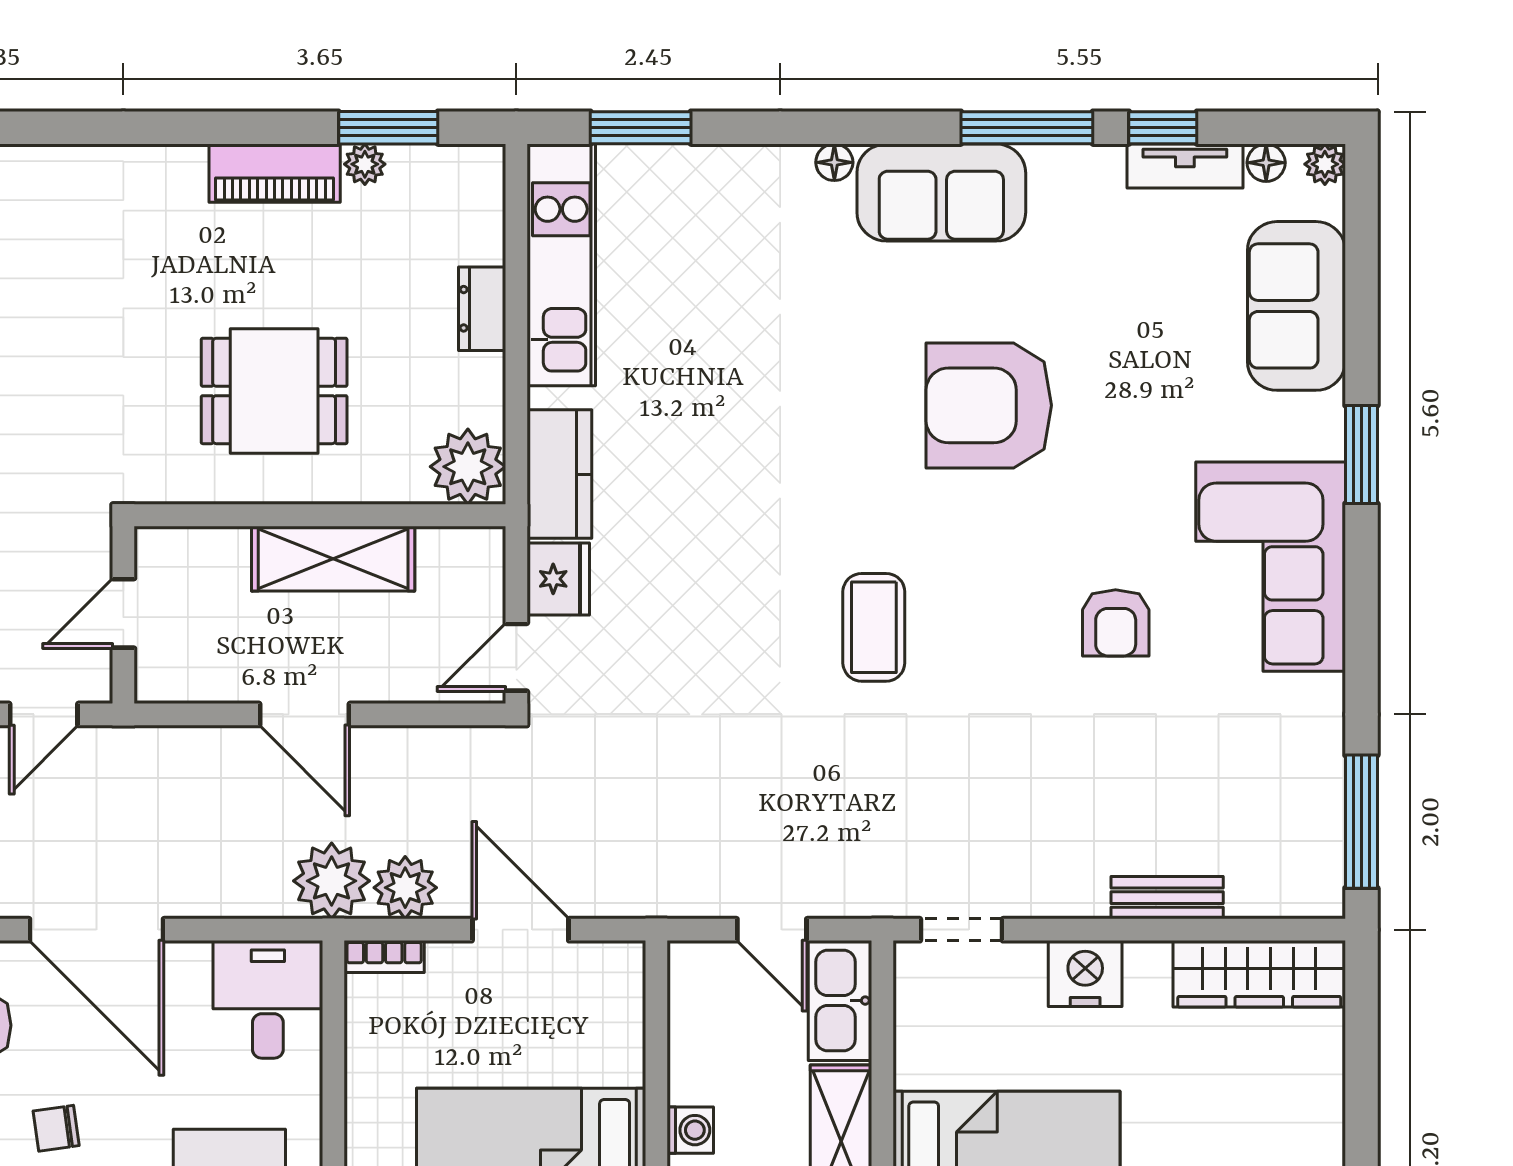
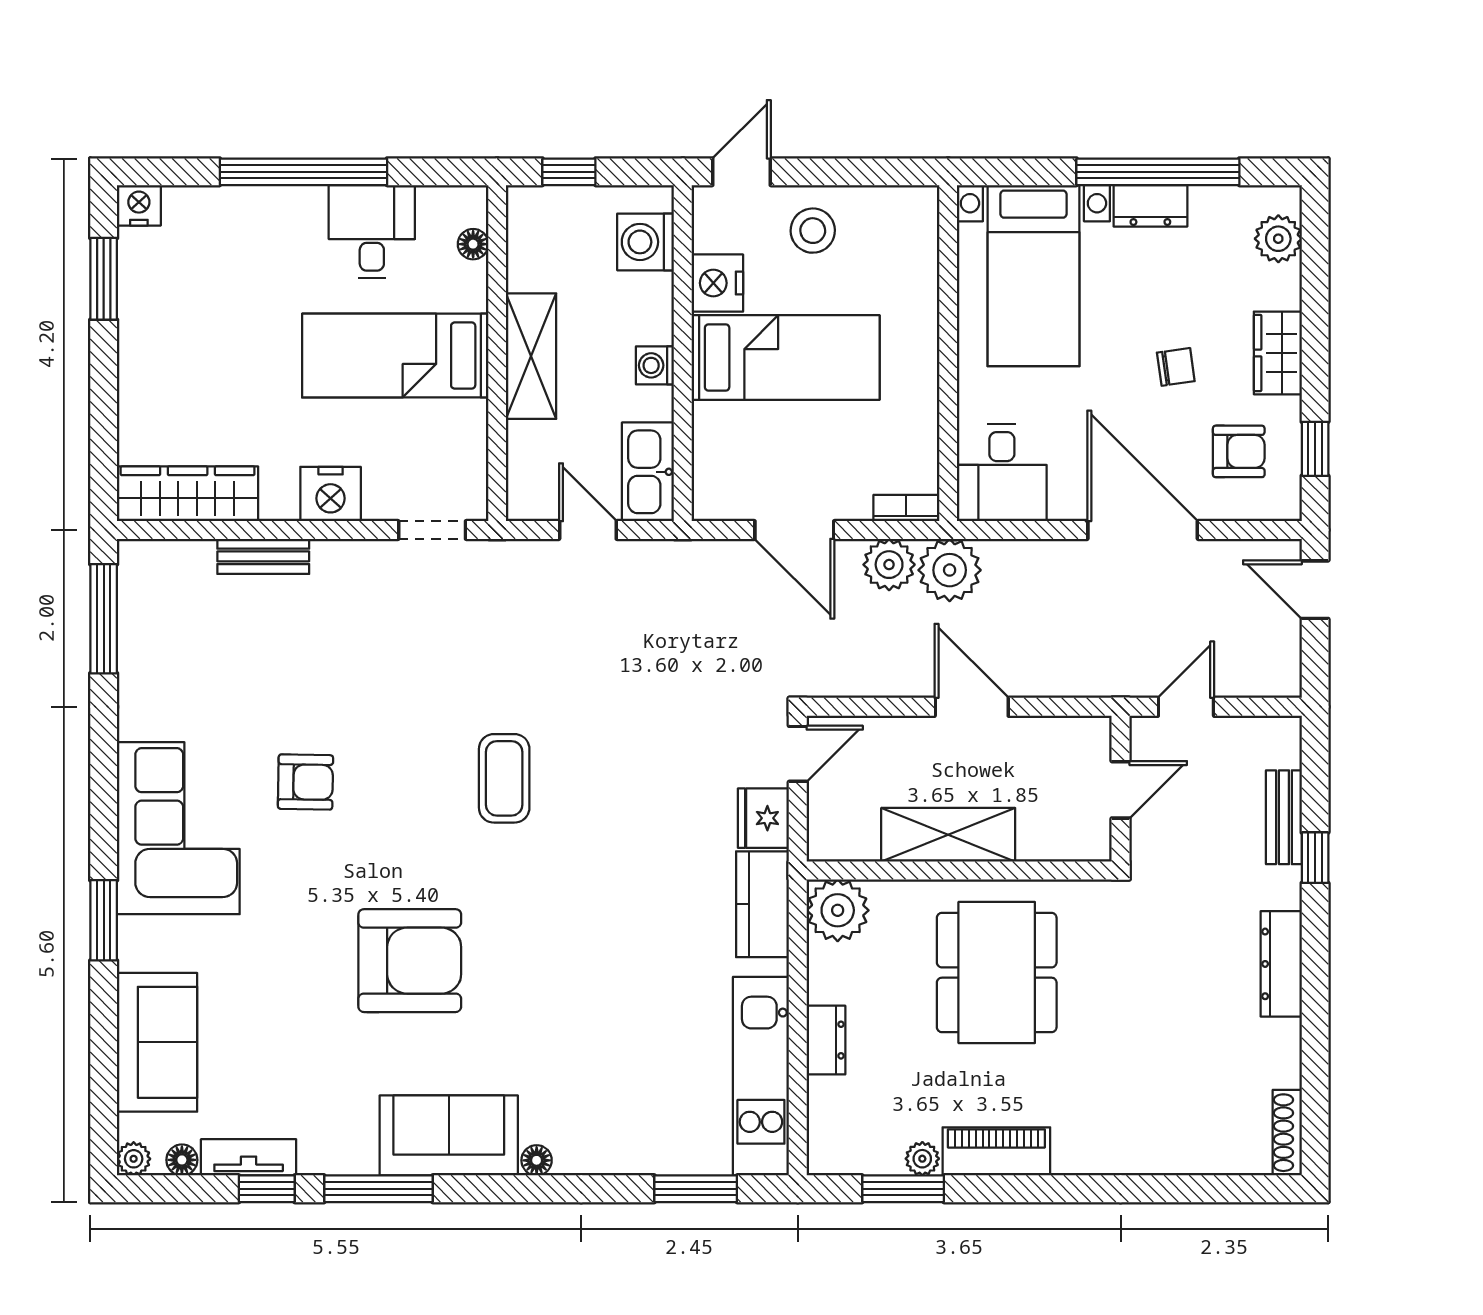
dining table: (274, 391) -> (997, 973), width x1.38
armchair: (1116, 623) -> (305, 782), turned 91
kitchen sink: (840, 1001) -> (648, 472), moved, turned 180

